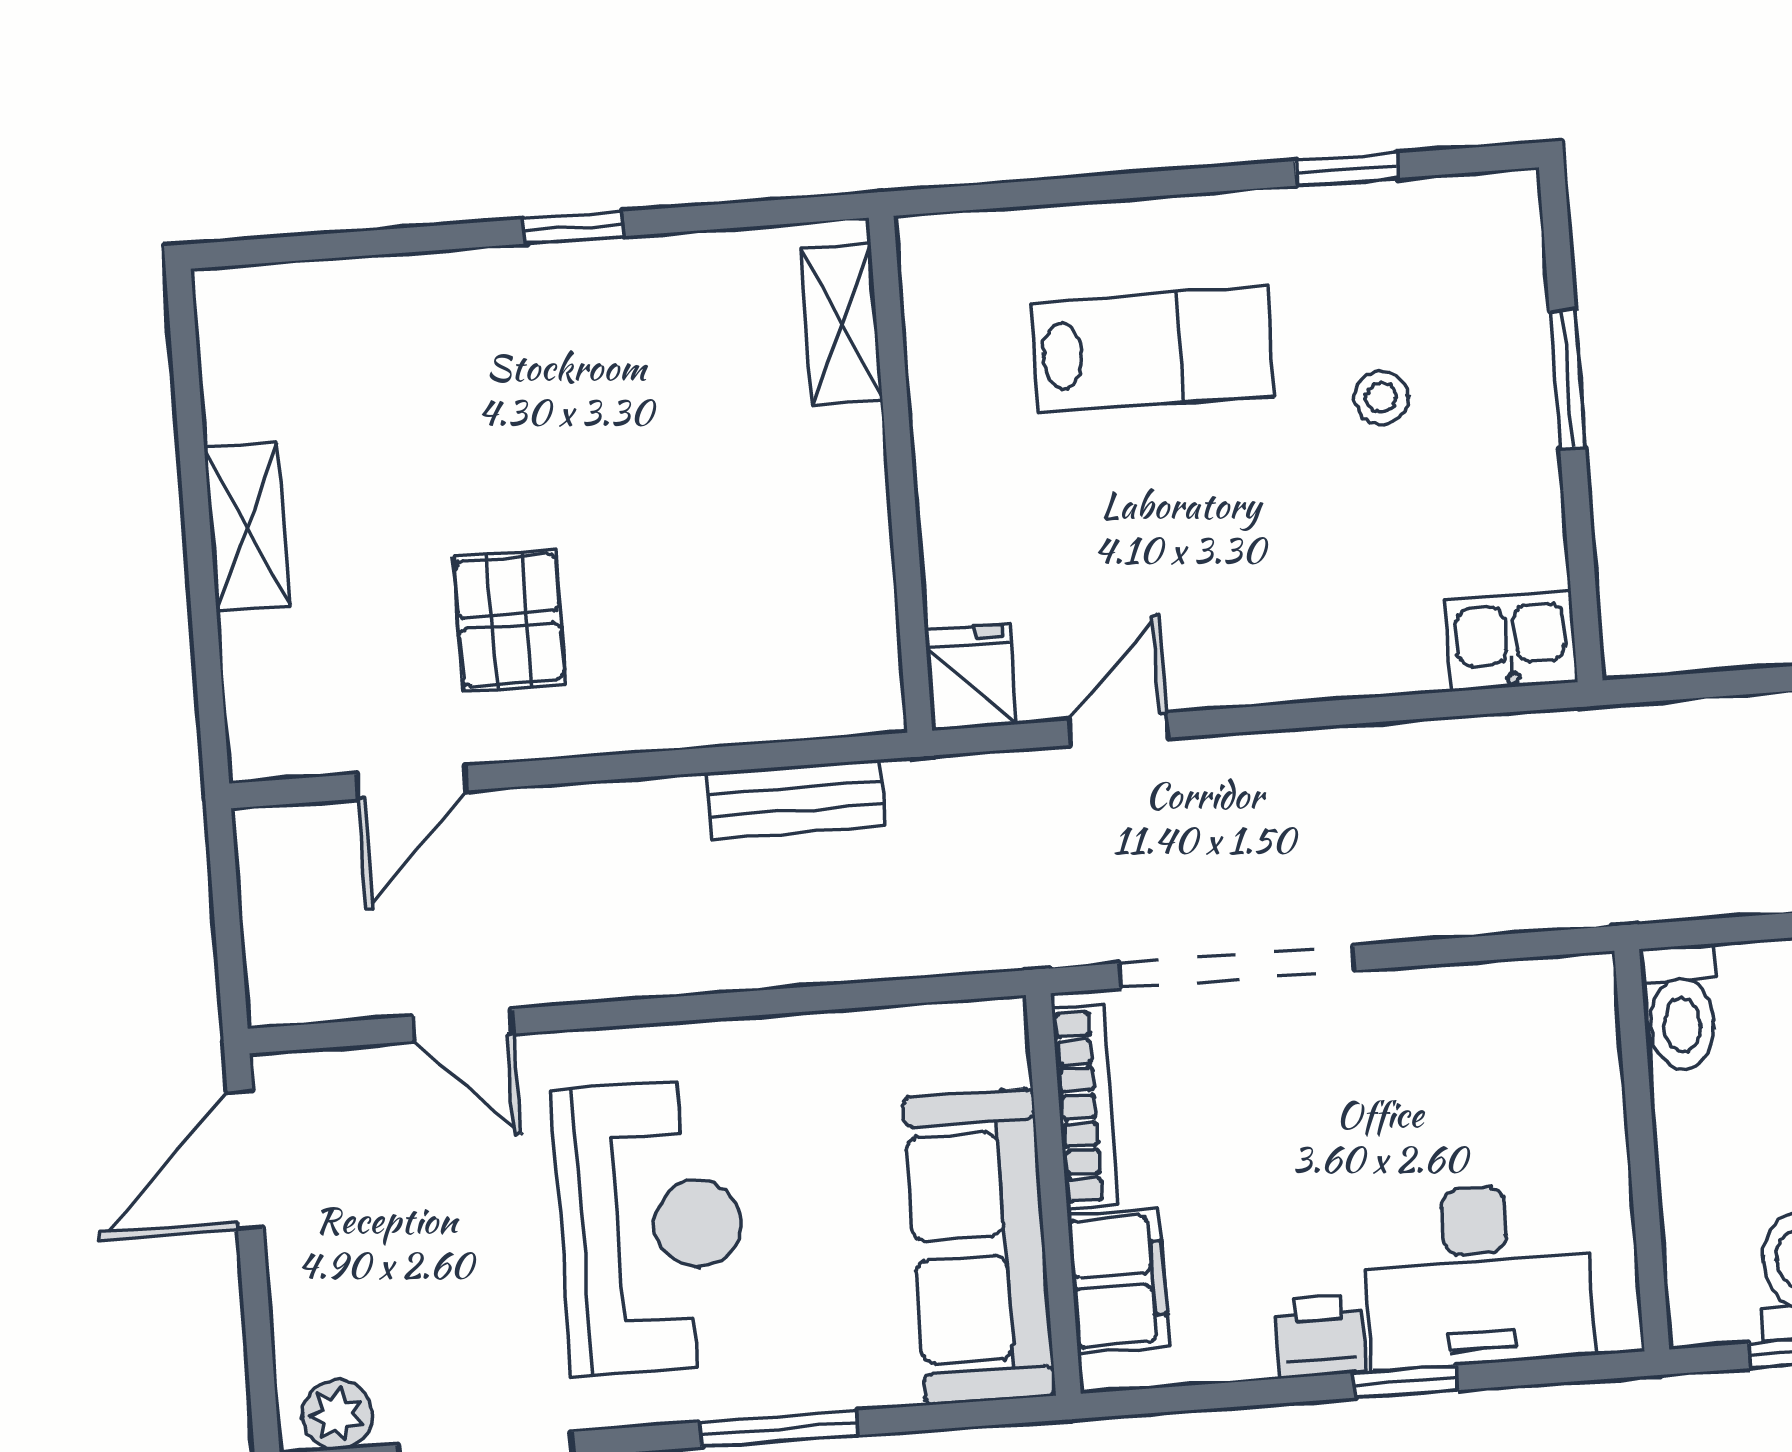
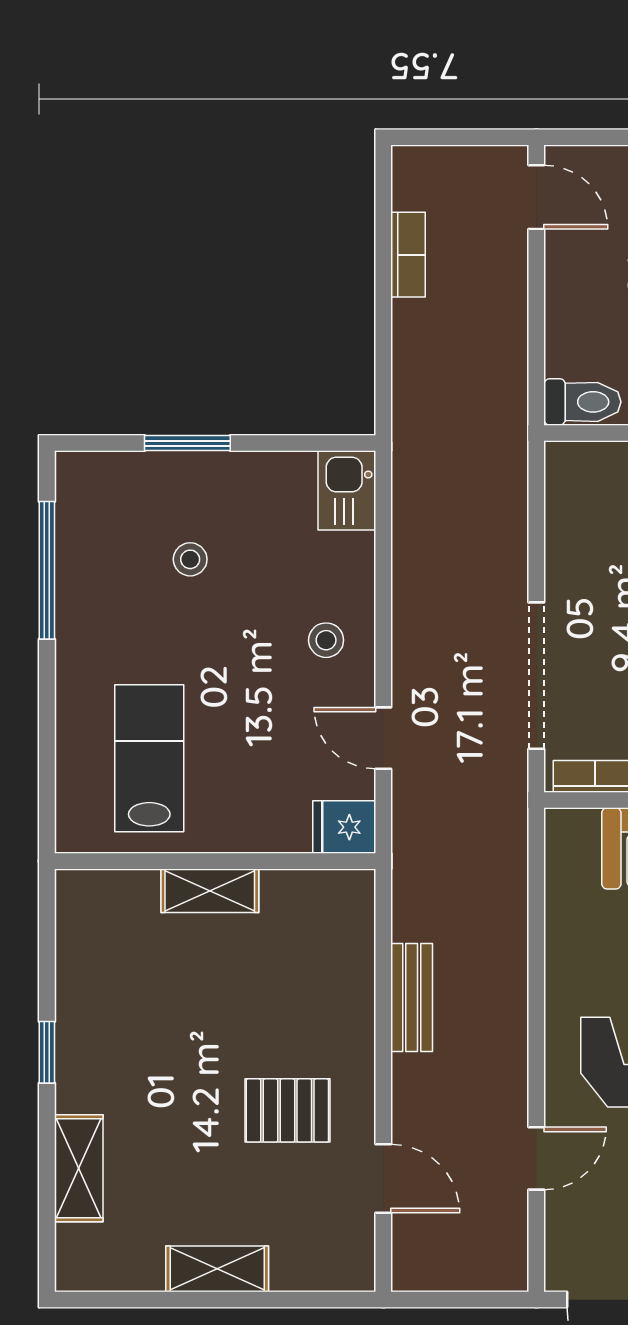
window: (1347, 169) -> (47, 570), width x2.17
shelving: (392, 293) -> (79, 1168), added
shelving: (842, 324) -> (210, 891), moved
lab bench: (1153, 349) -> (149, 758), moved
stool: (1268, 626) -> (326, 640), added
bench: (796, 799) -> (412, 998), moved

